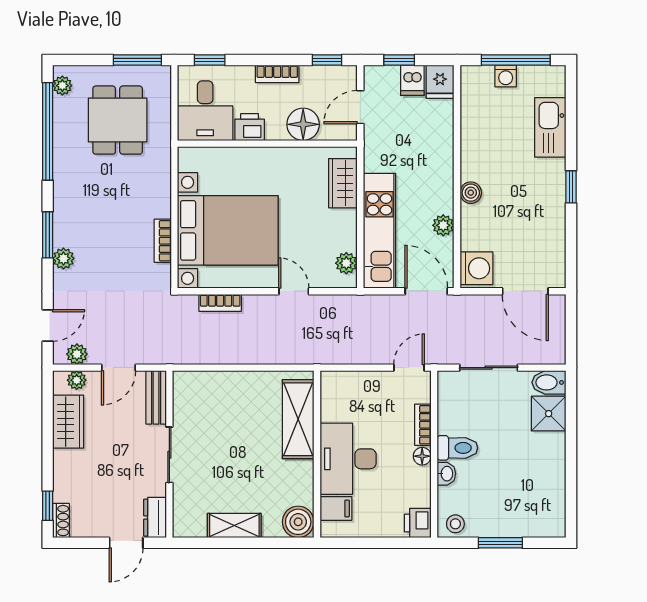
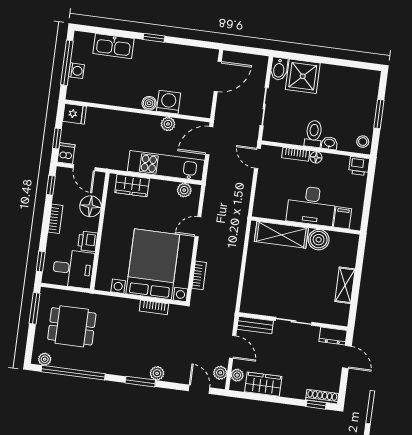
dishwasher: (412, 80) -> (66, 153), moved, turned -90
washing machine: (476, 268) -> (169, 102), moved
shower: (549, 414) -> (303, 76), width x1.36, depth x1.36
shoe rack: (61, 521) -> (322, 397), width x1.43
boiler: (298, 522) -> (319, 240), moved

